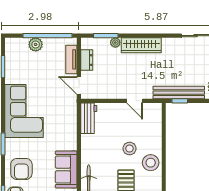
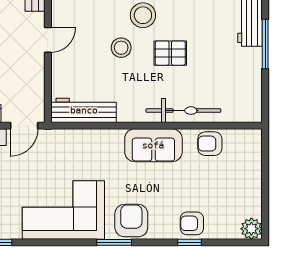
workbench: (89, 118) -> (84, 110), width x1.37
armchair: (21, 169) -> (131, 221), moved, turned -90

